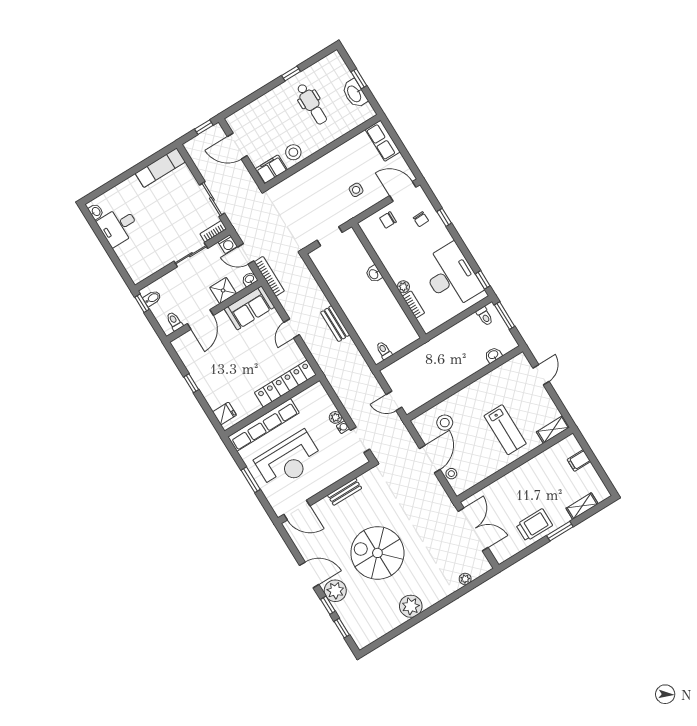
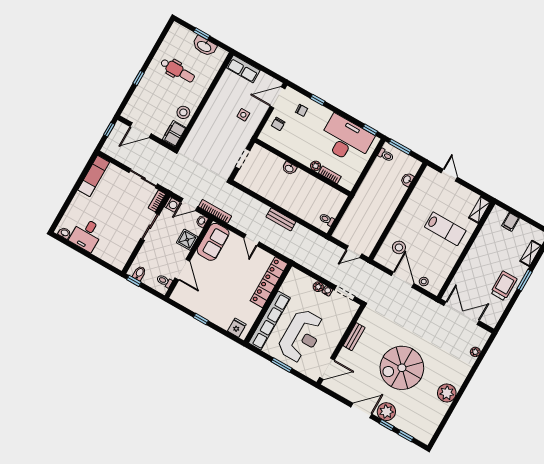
window: (291, 74) -> (139, 78), moved

